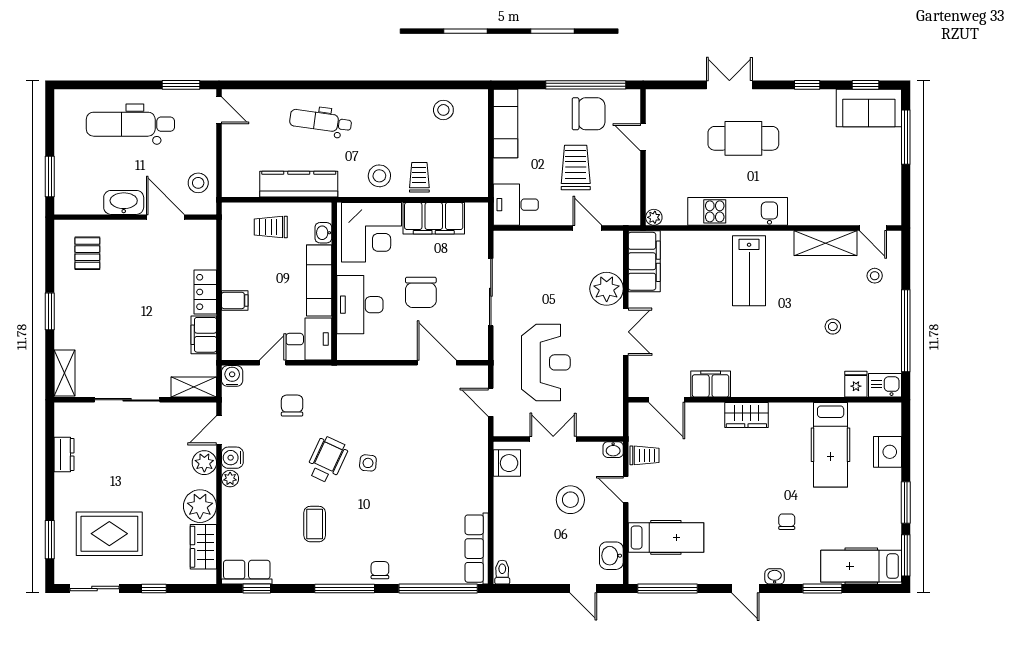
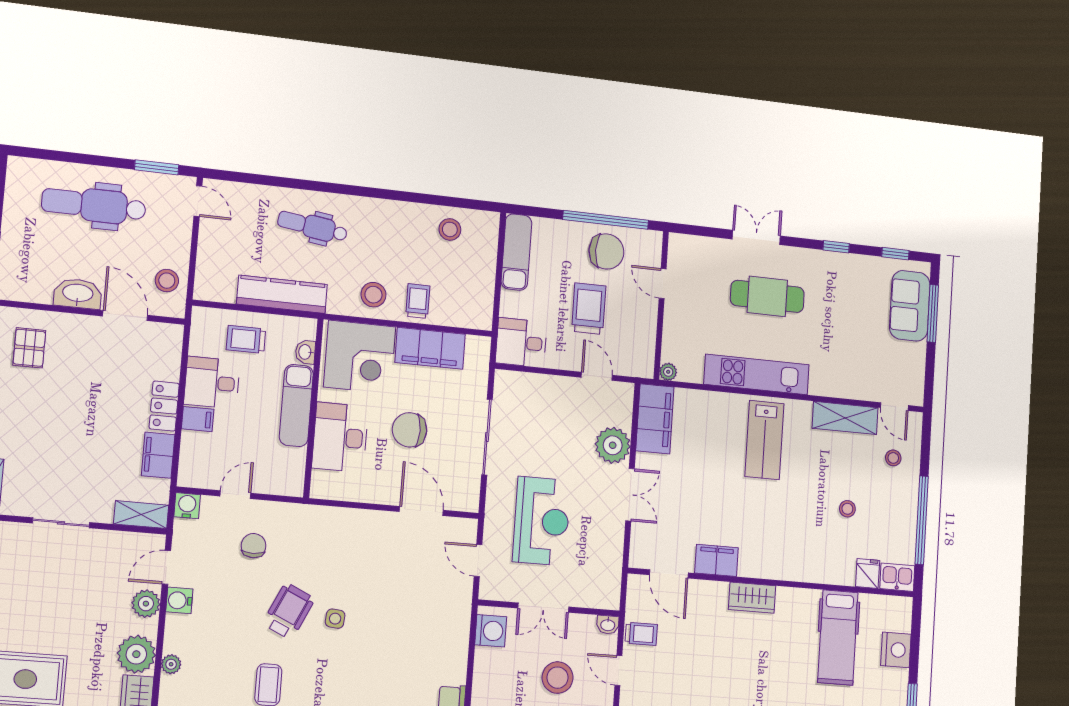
sofa: (869, 108) -> (910, 306), moved, turned 90
chair: (421, 292) -> (410, 430), turned 90
desk: (309, 339) -> (212, 383), moved, turned 180
sliding door: (127, 400) -> (61, 523), width x0.73
double door: (553, 439) -> (543, 608), swing flipped
plant: (230, 479) -> (171, 664), moved

